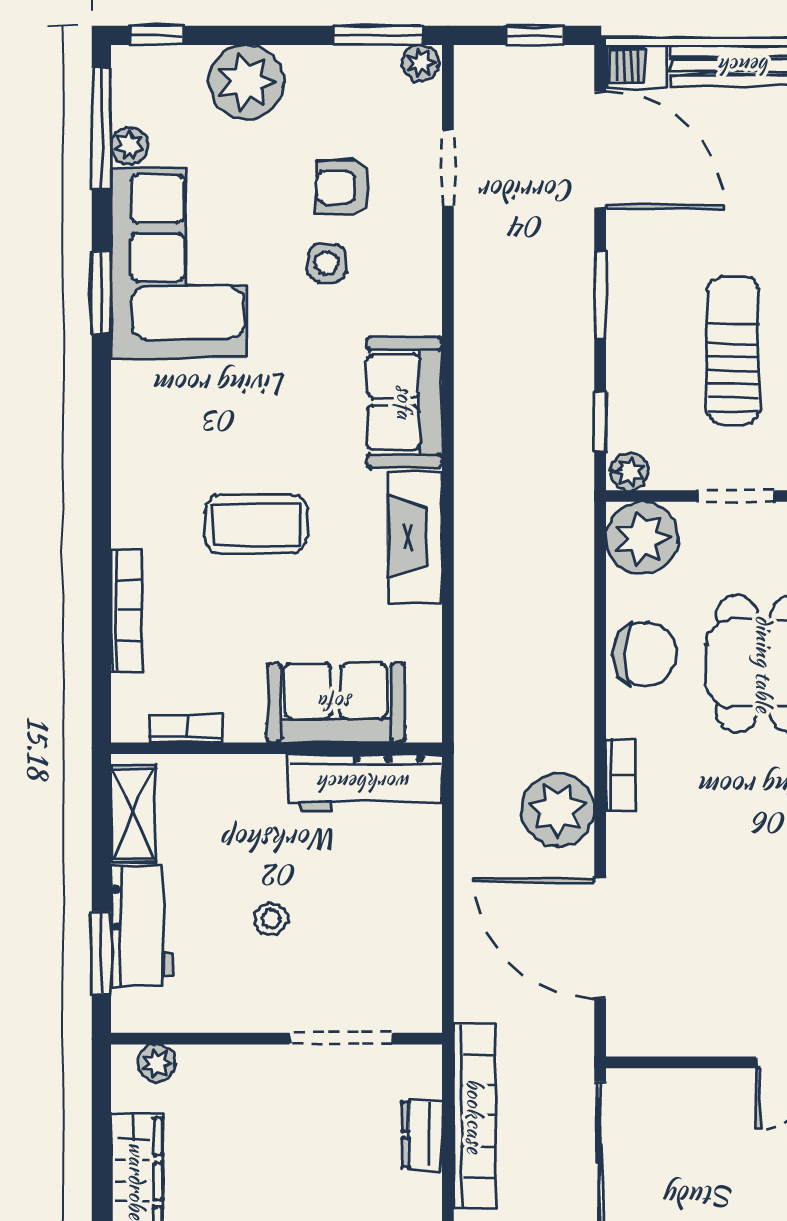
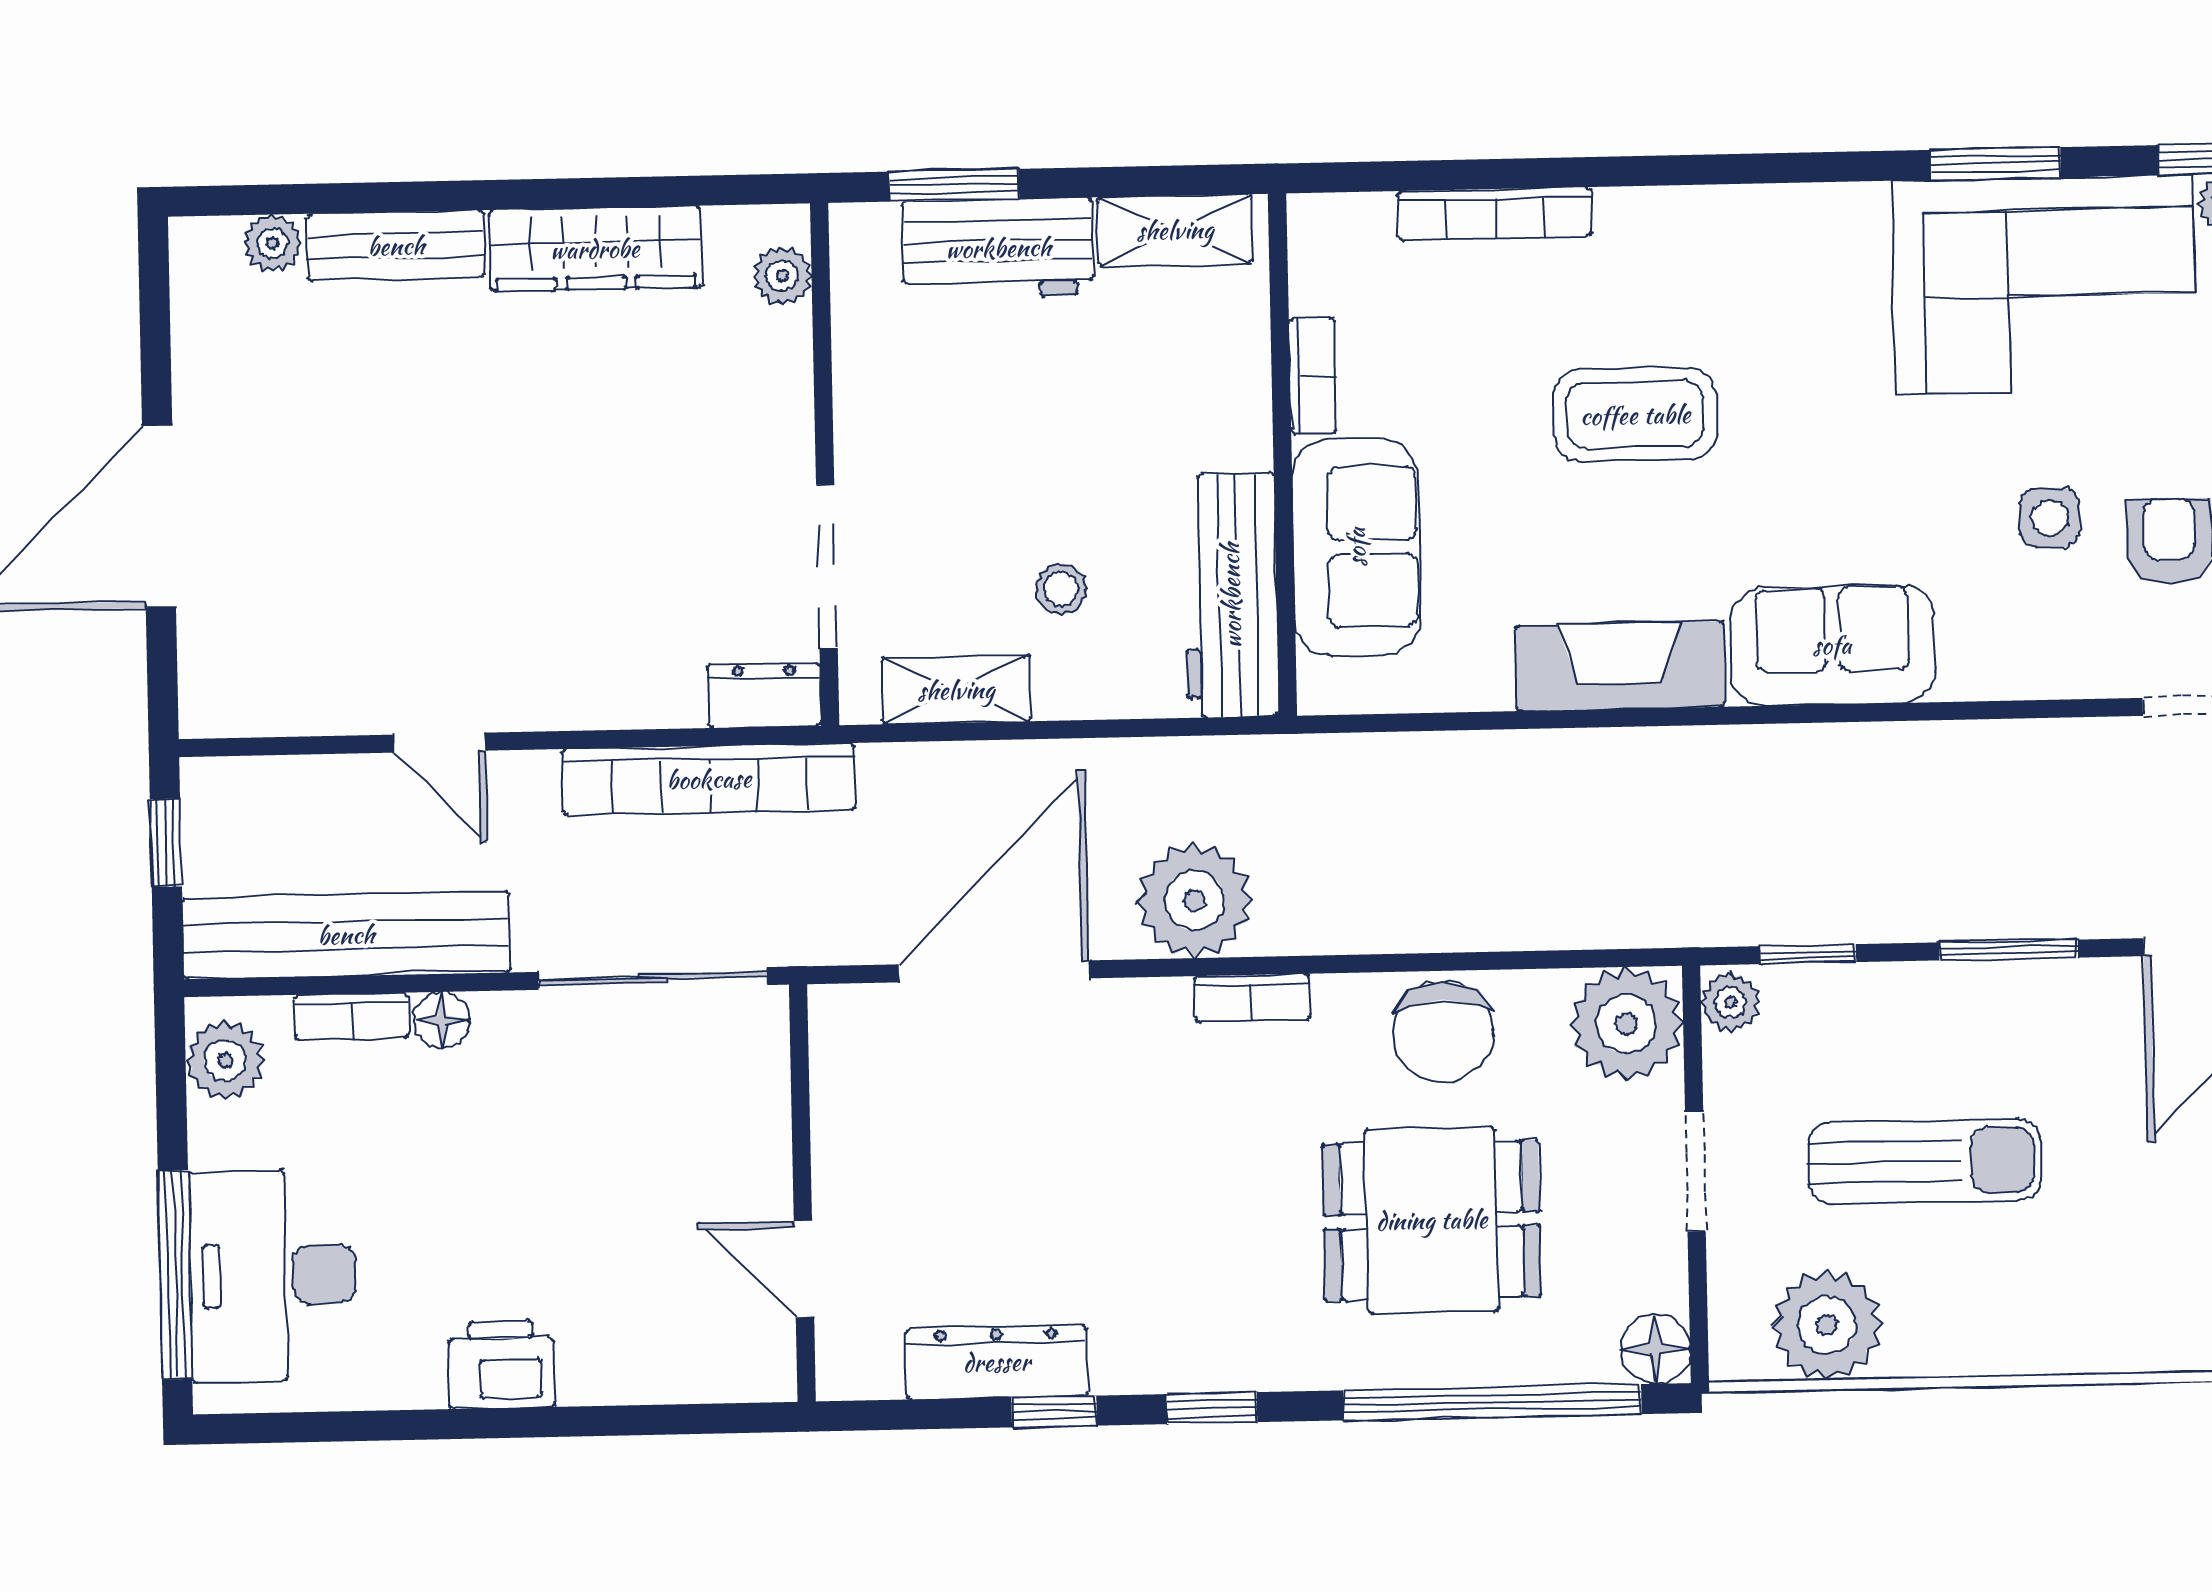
coffee table: (256, 524) -> (1635, 415), turned 90
bookcase: (186, 728) -> (1313, 376), moved
stool: (271, 919) -> (1061, 589), moved
shelving: (421, 958) -> (956, 690), added
dresser: (422, 1135) -> (764, 695), moved

